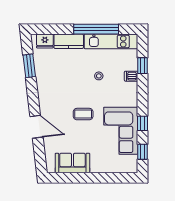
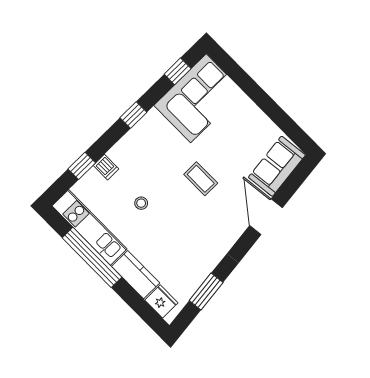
window: (143, 123) -> (133, 115), moved
corner sofa: (121, 131) -> (198, 98), moved
sofa: (72, 163) -> (277, 166), moved, turned 83

